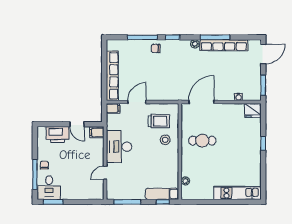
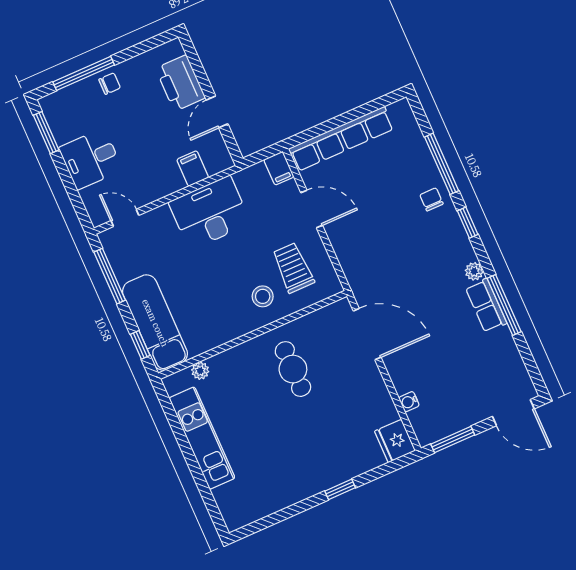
row of seats: (224, 45) -> (486, 305), width x0.50
trolley: (159, 121) -> (293, 268), turned 180
filing cabinet: (97, 132) -> (193, 169), moved
door: (105, 173) -> (125, 218), moved
desk: (49, 188) -> (91, 159), moved
kitchen unit: (237, 193) -> (202, 438), moved
exam couch: (162, 194) -> (155, 323), width x1.36, depth x1.45

